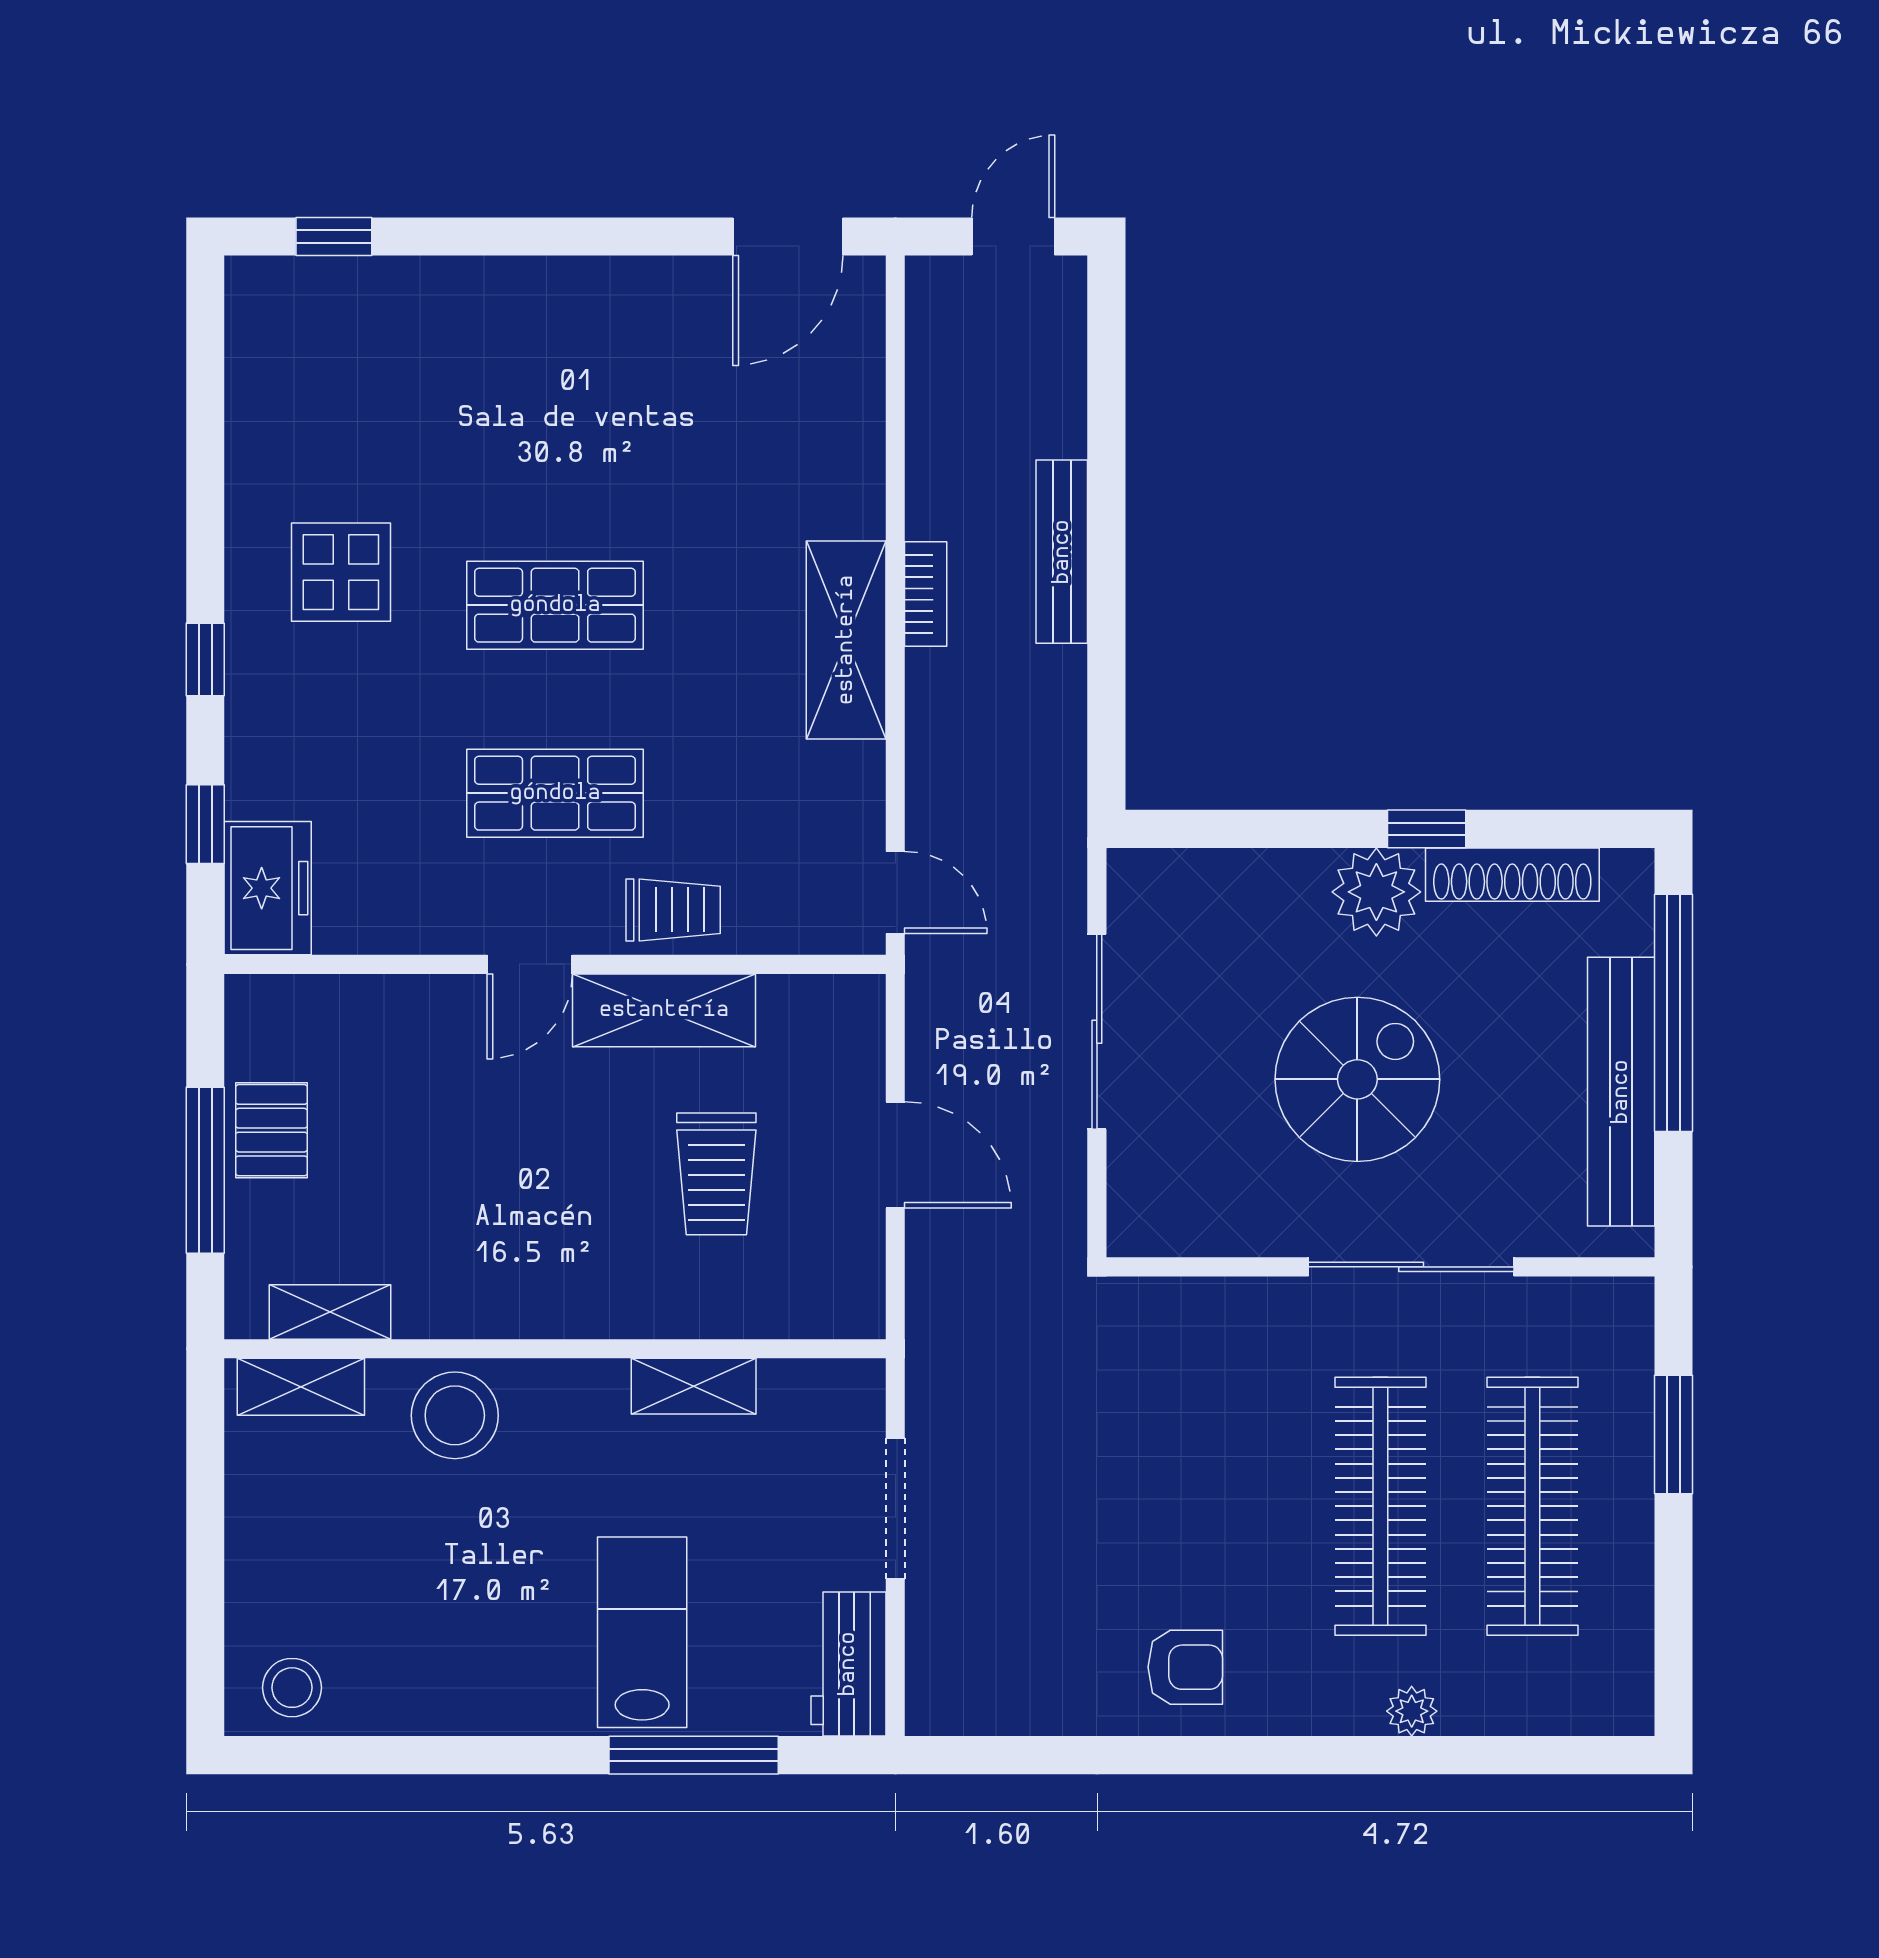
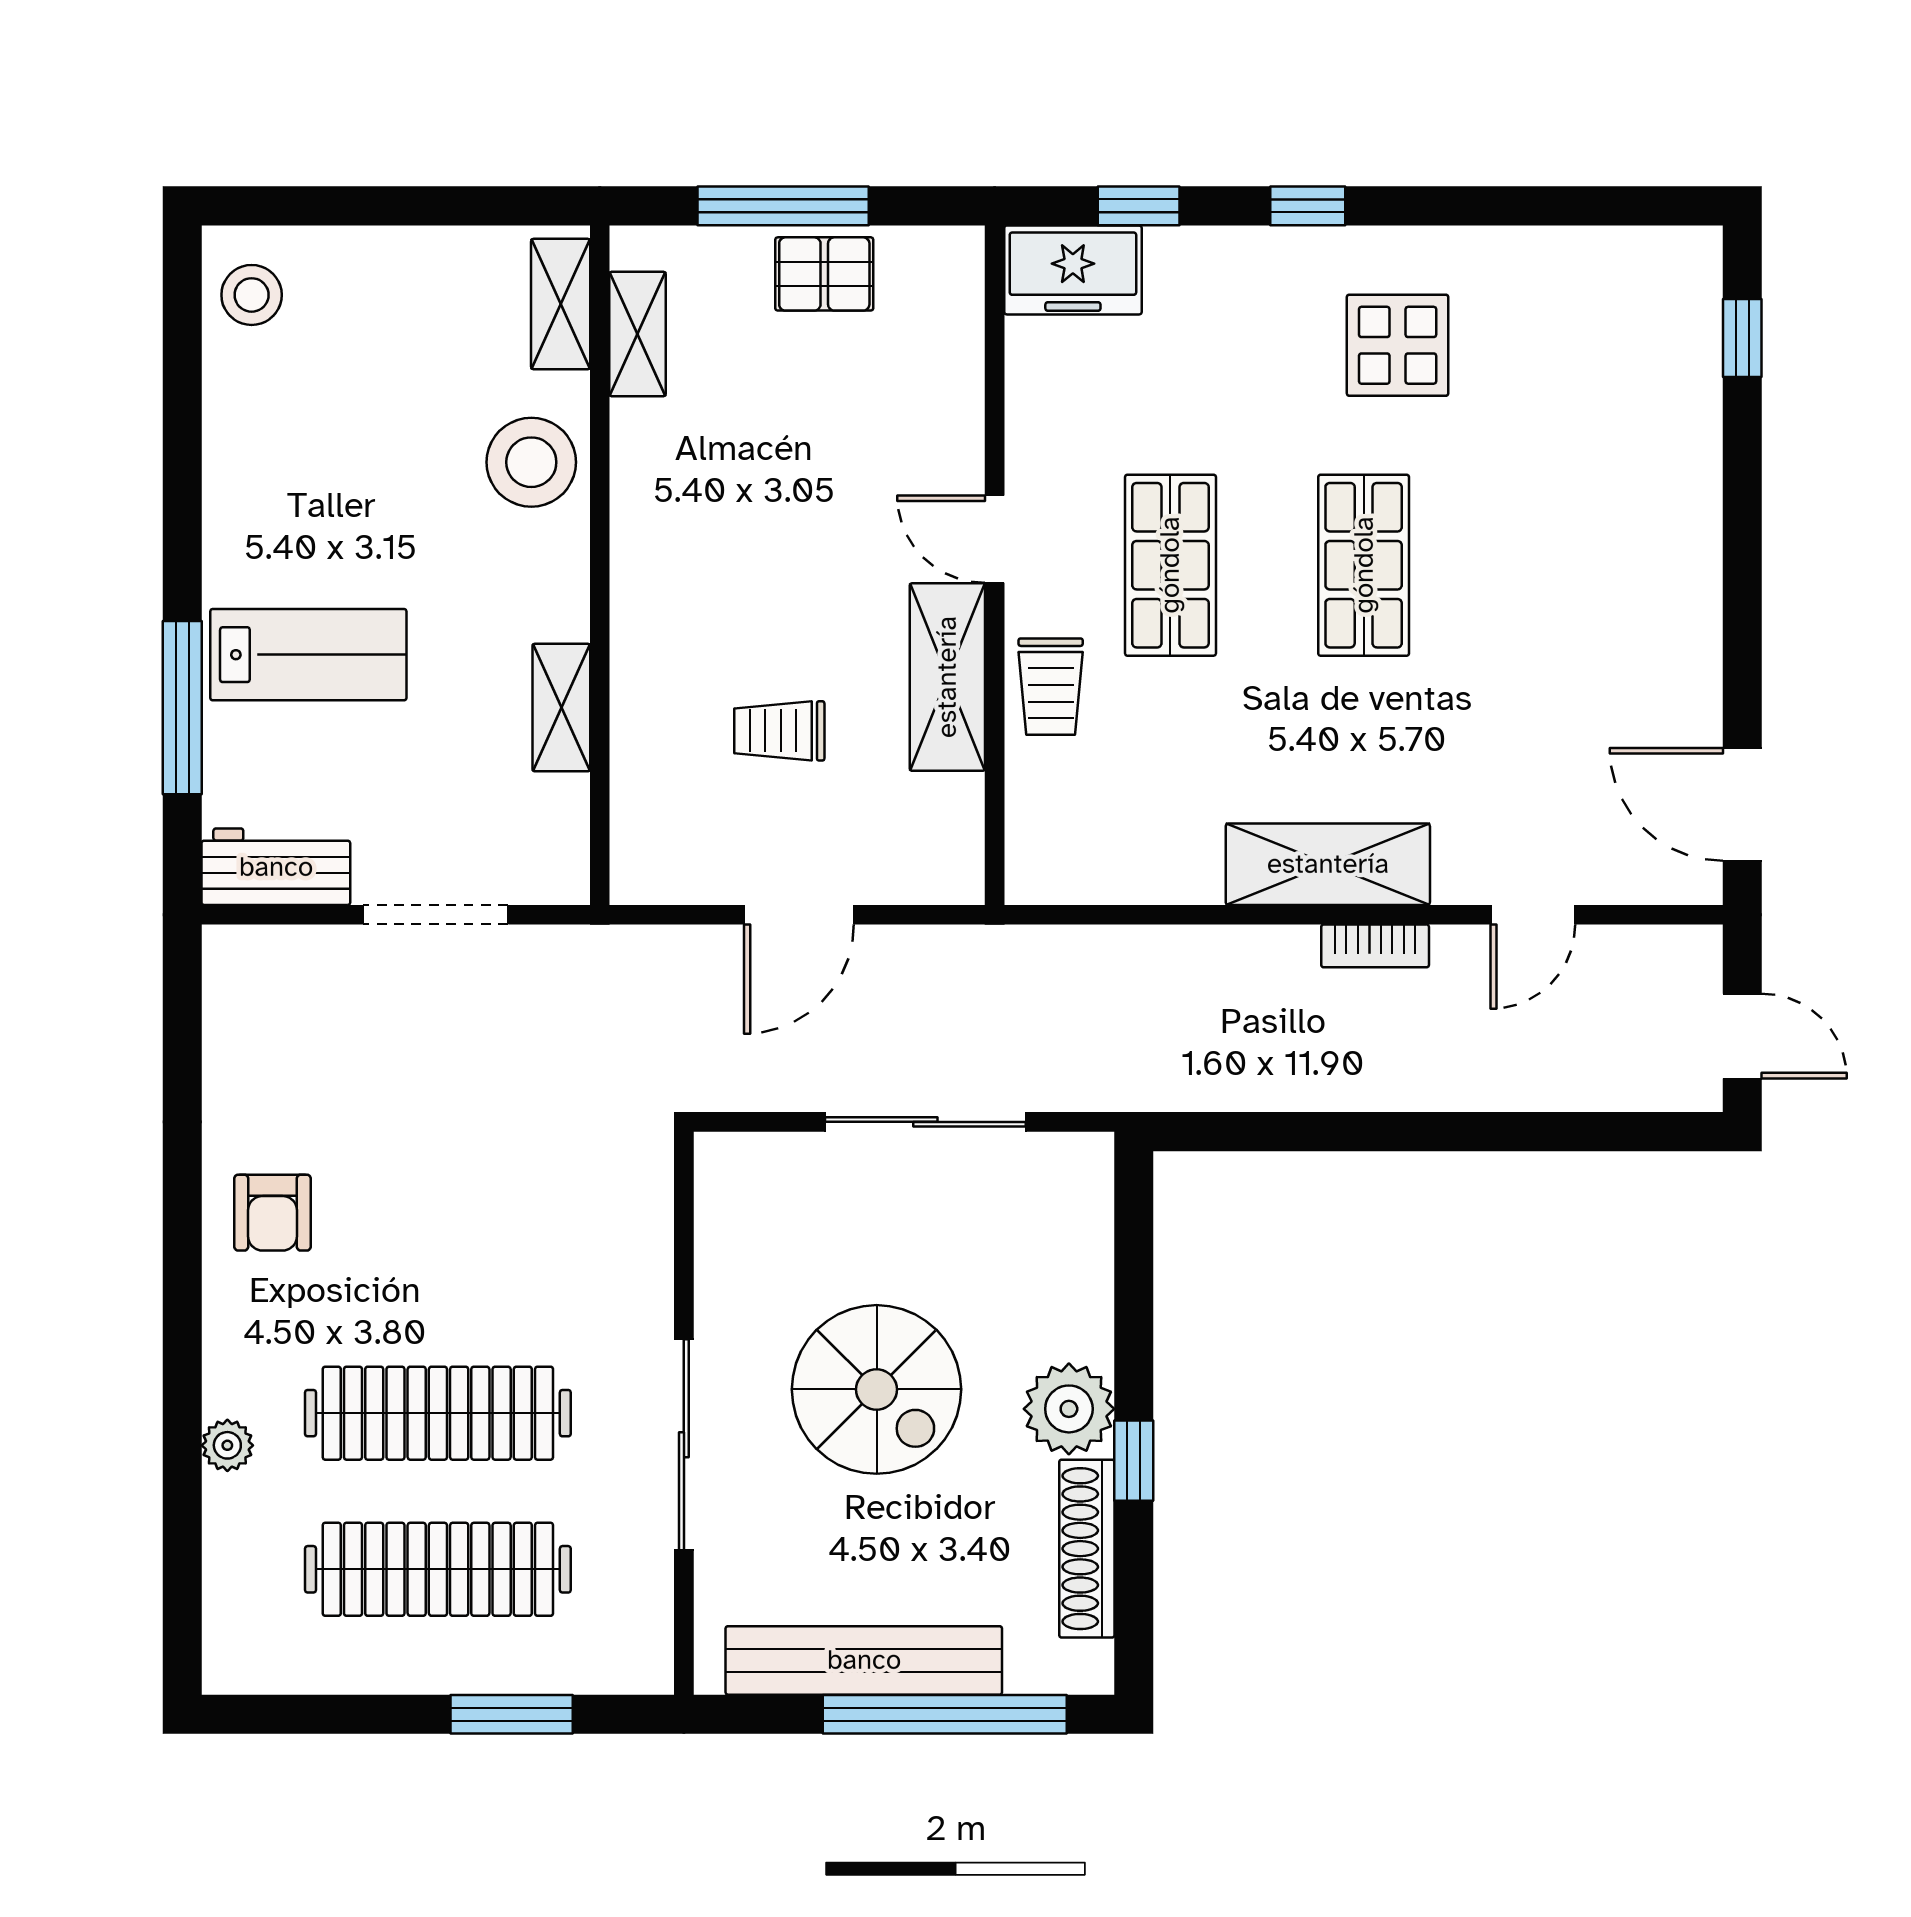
bench: (1062, 552) -> (1419, 1086), removed
door: (895, 892) -> (1533, 915), moved
trolley: (716, 1174) -> (779, 731), width x0.73, depth x0.72

